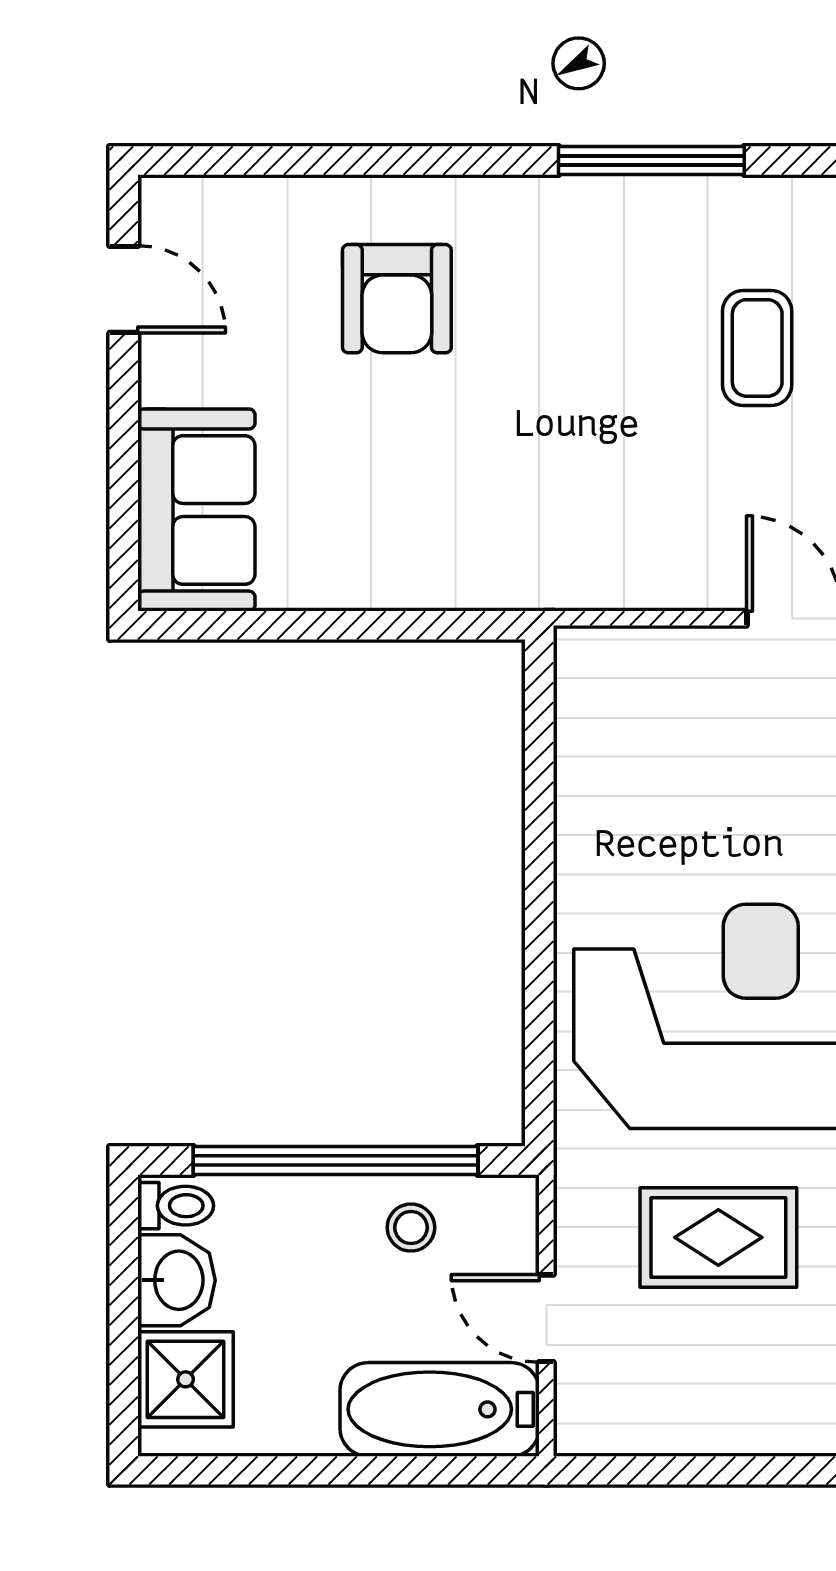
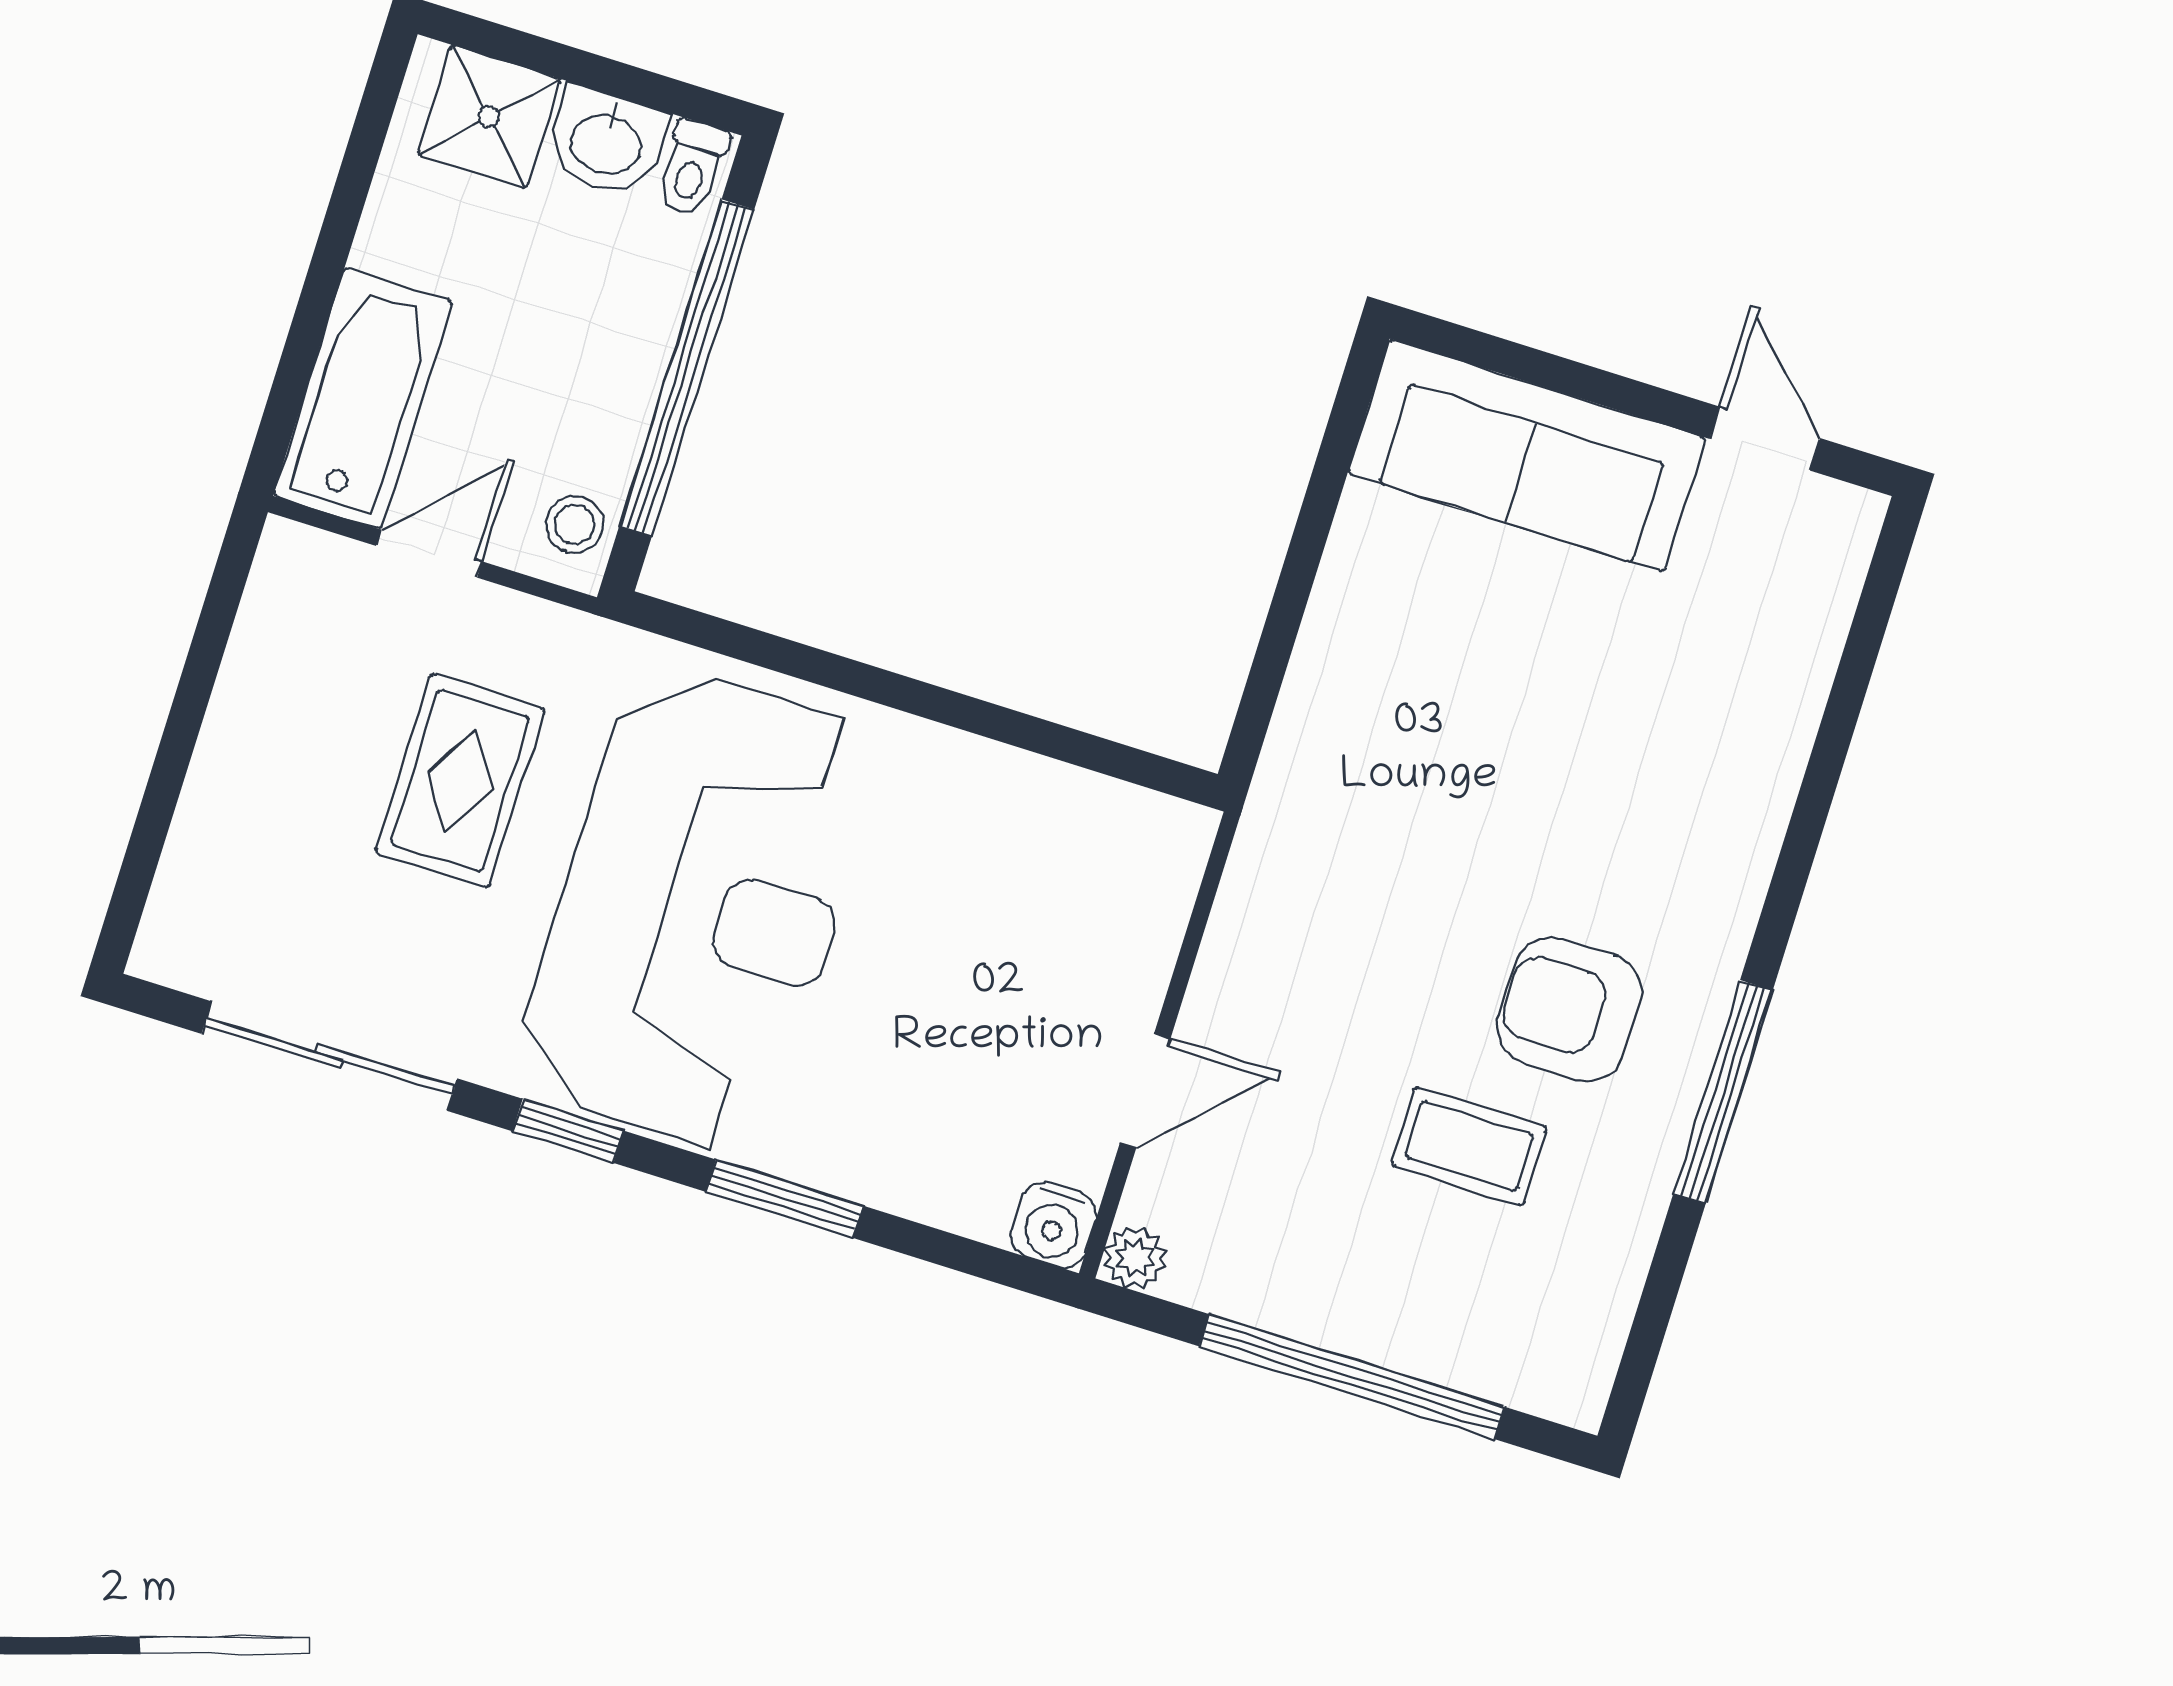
door: (124, 289) -> (1765, 439), swing flipped
armchair: (397, 299) -> (1569, 1009), moved
sofa: (196, 510) -> (1527, 456), width x1.36
stool: (411, 1228) -> (575, 524), moved

